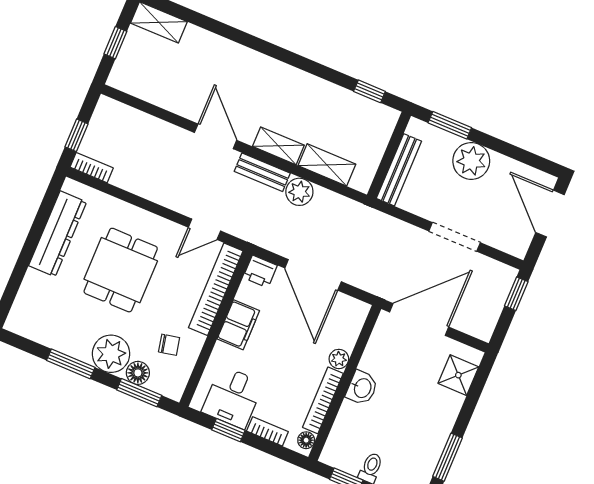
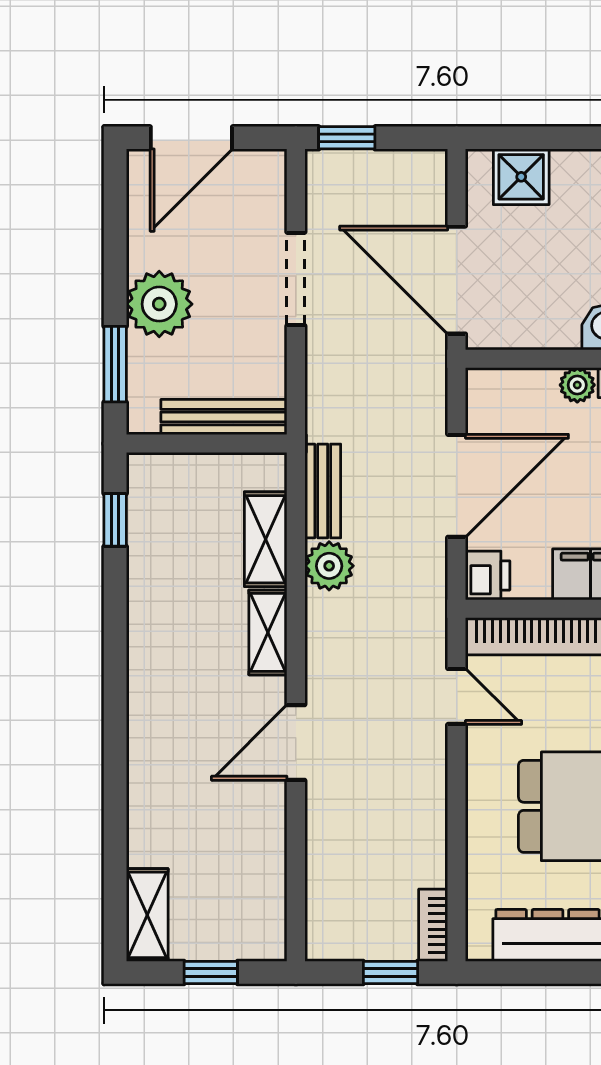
bench: (262, 172) -> (323, 491), moved

